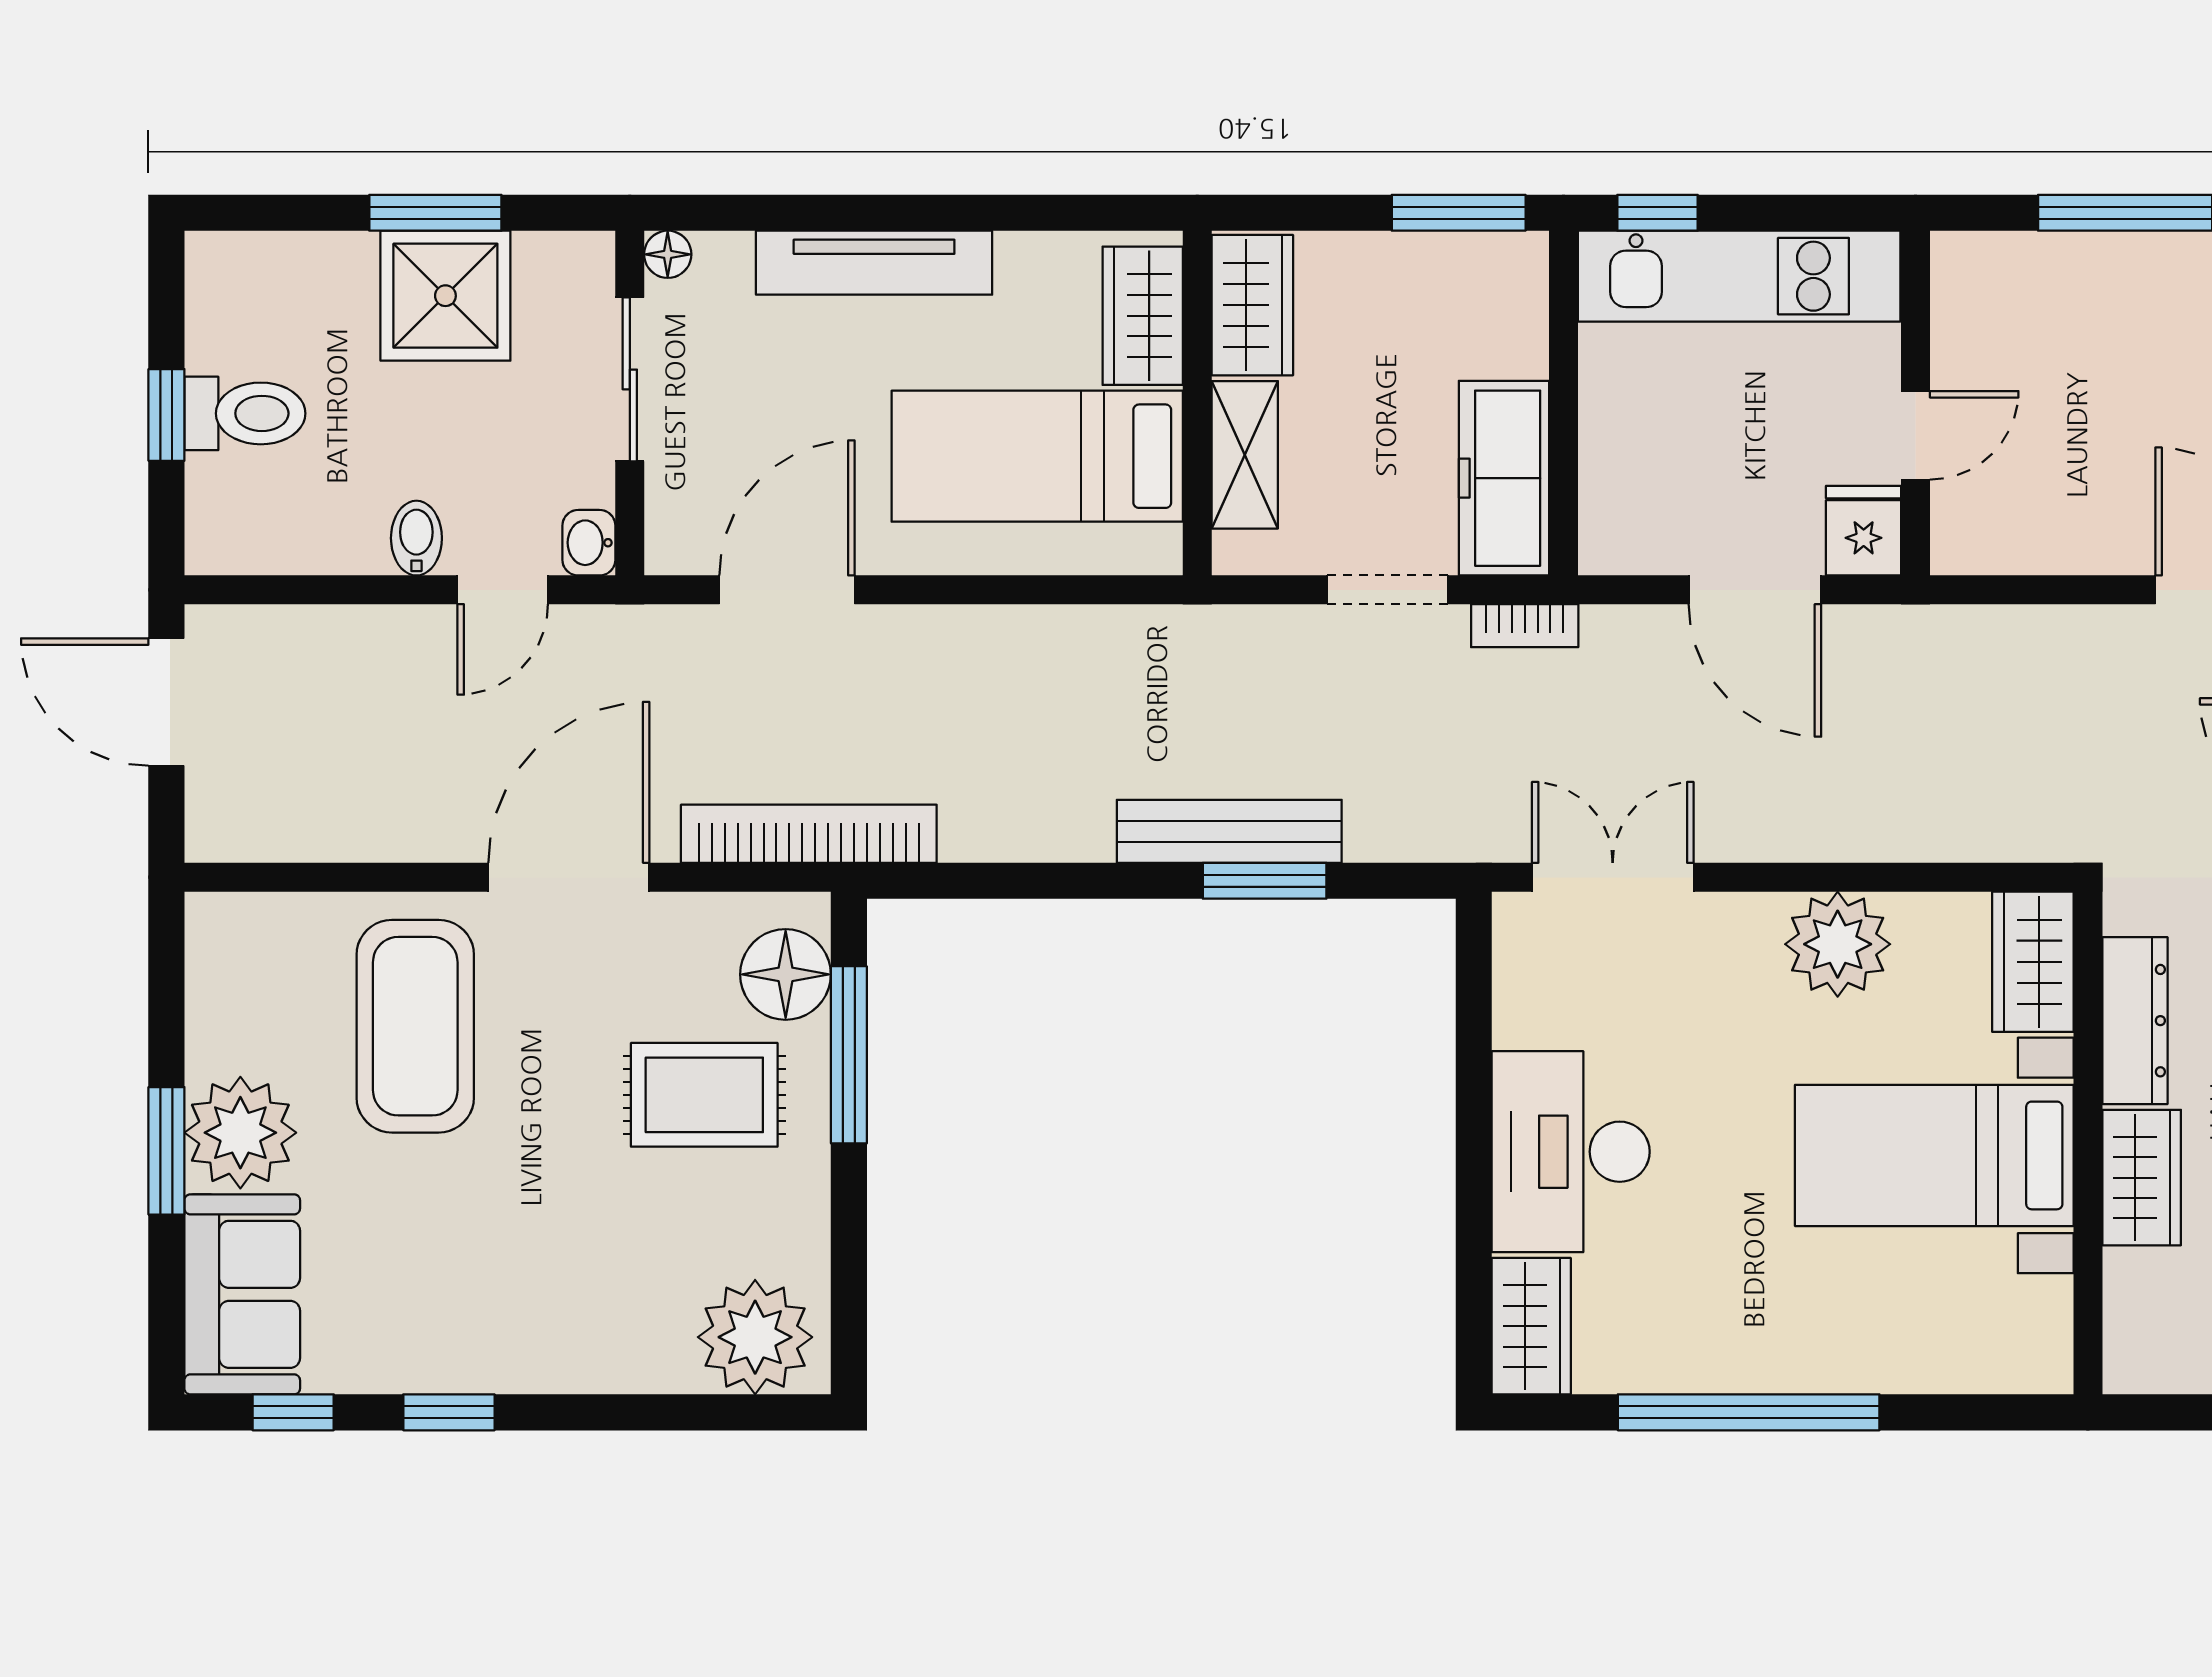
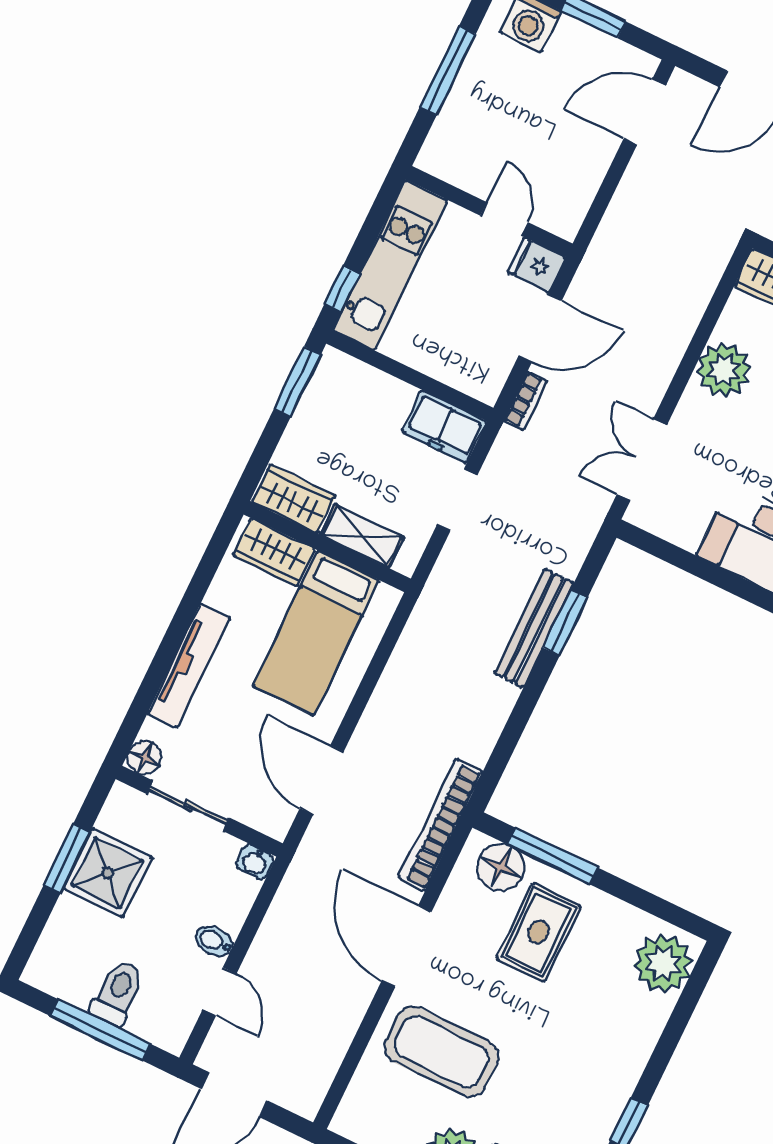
floor lamp: (668, 254) -> (144, 758), width x1.37, depth x1.37
window: (166, 415) -> (100, 1030), width x2.17
freezer: (1504, 478) -> (444, 427), width x0.71
door: (503, 590) -> (219, 992), moved
bookcase: (1525, 626) -> (526, 401), moved

